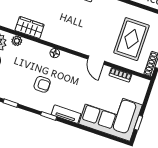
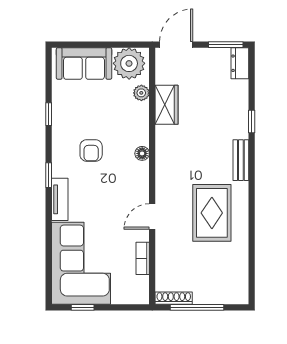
rug: (131, 39) -> (212, 213), moved, turned 90

